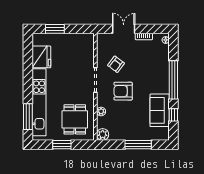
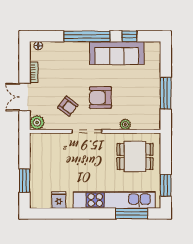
fridge: (41, 57) -> (59, 200), width x0.53, depth x0.75
armchair: (123, 91) -> (100, 98), turned 90
sofa: (160, 110) -> (117, 53), width x1.36
plant: (103, 134) -> (37, 123), moved
window: (62, 145) -> (166, 185), moved
window: (138, 145) -> (166, 93), moved

